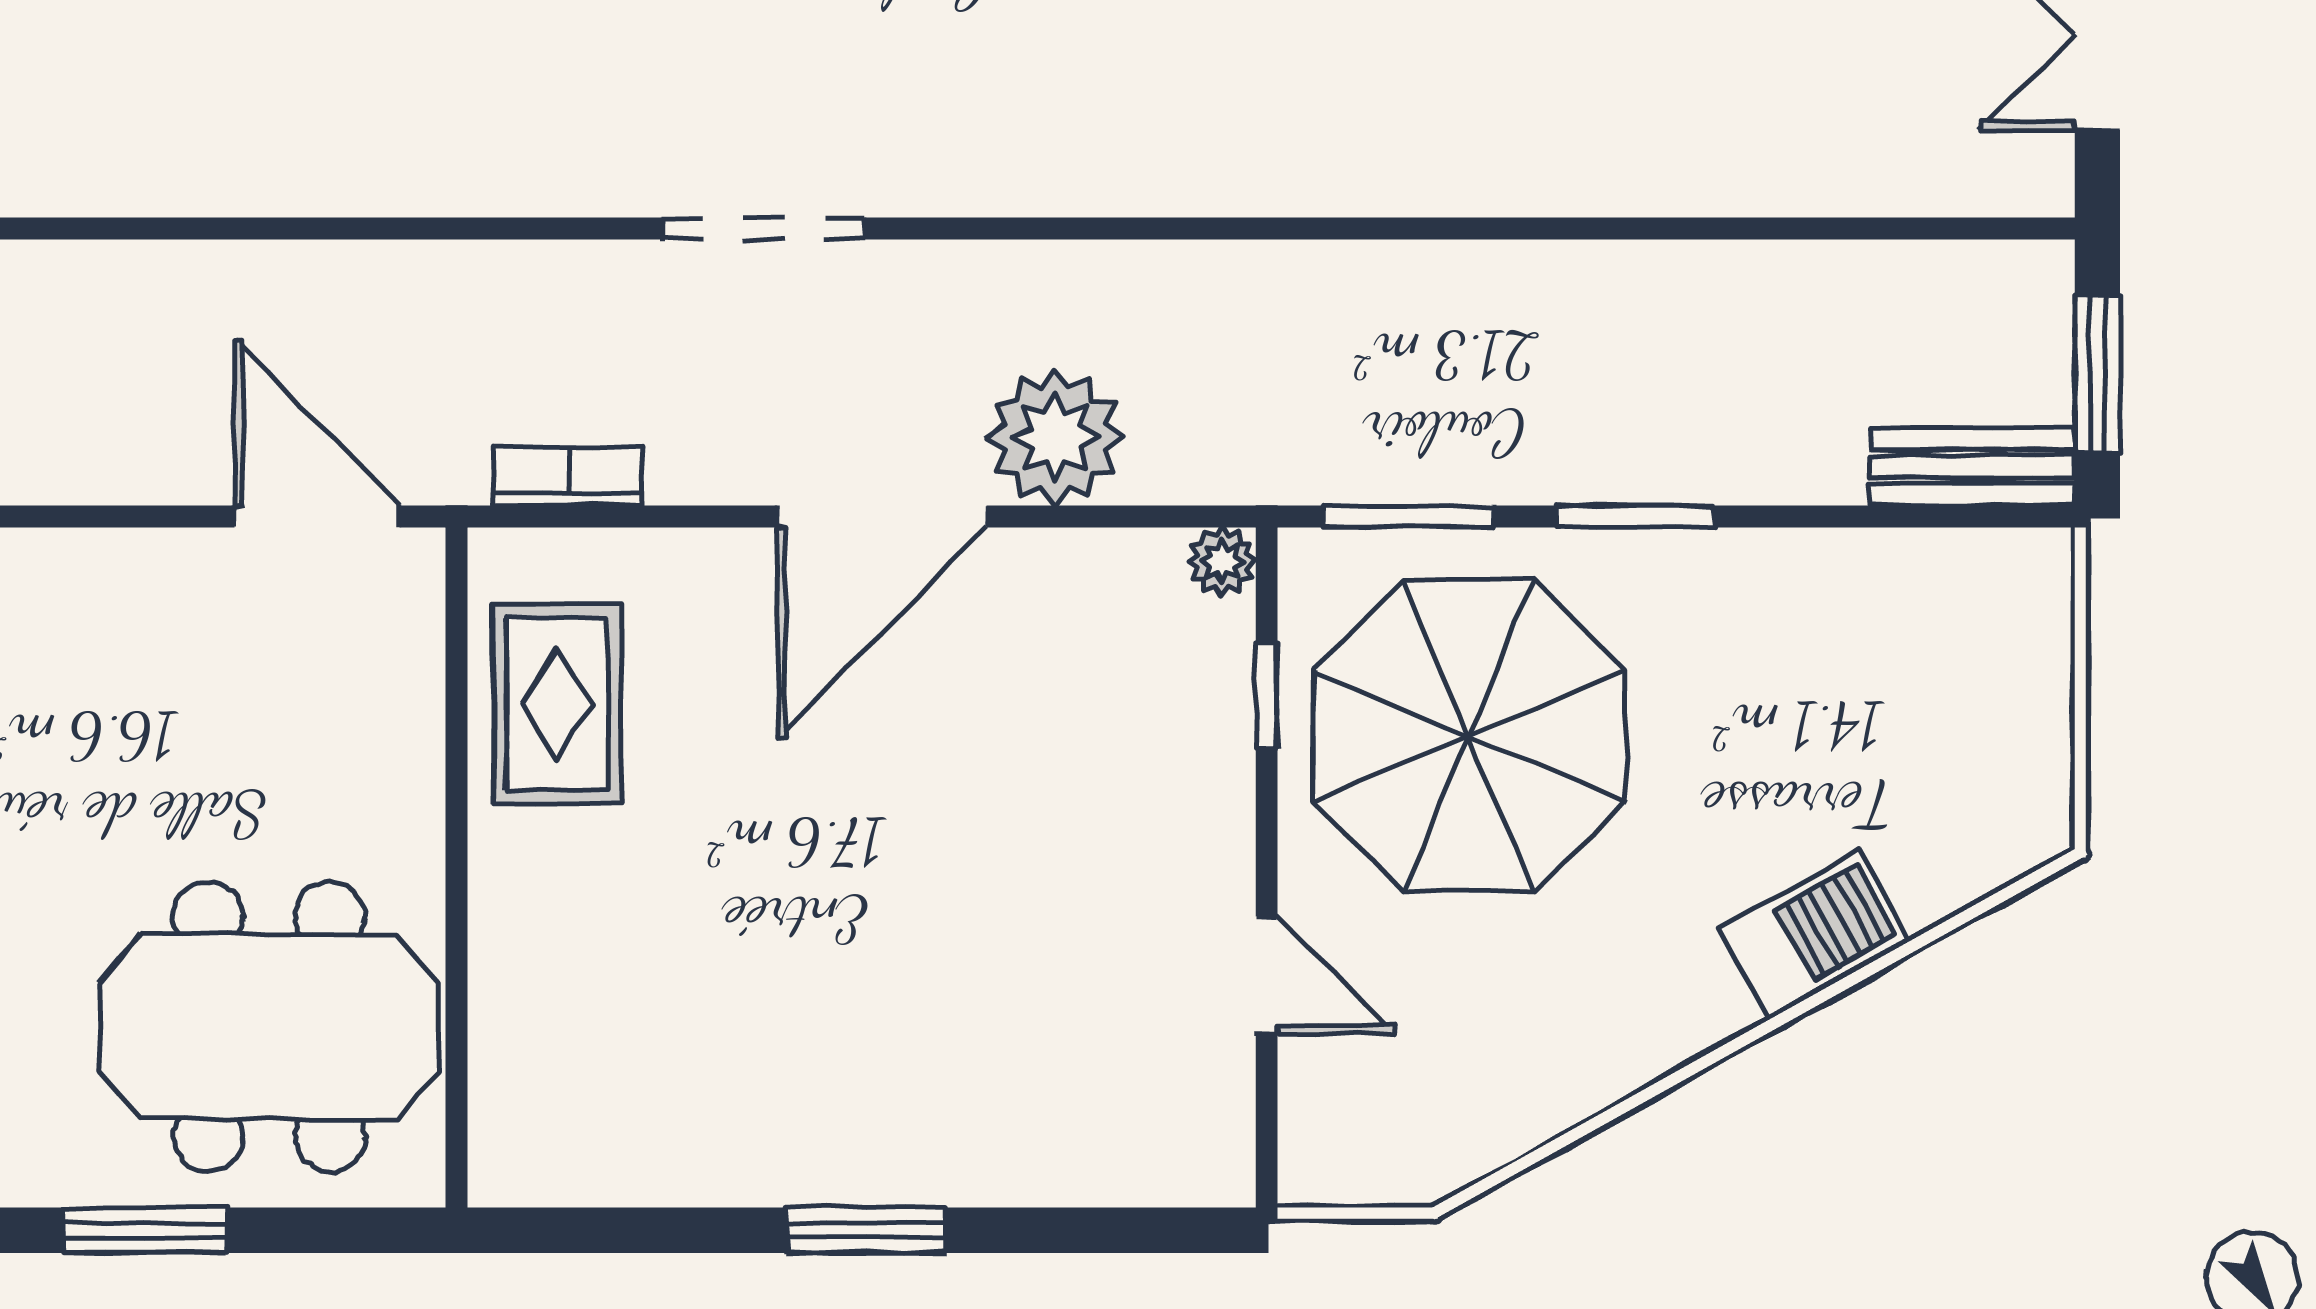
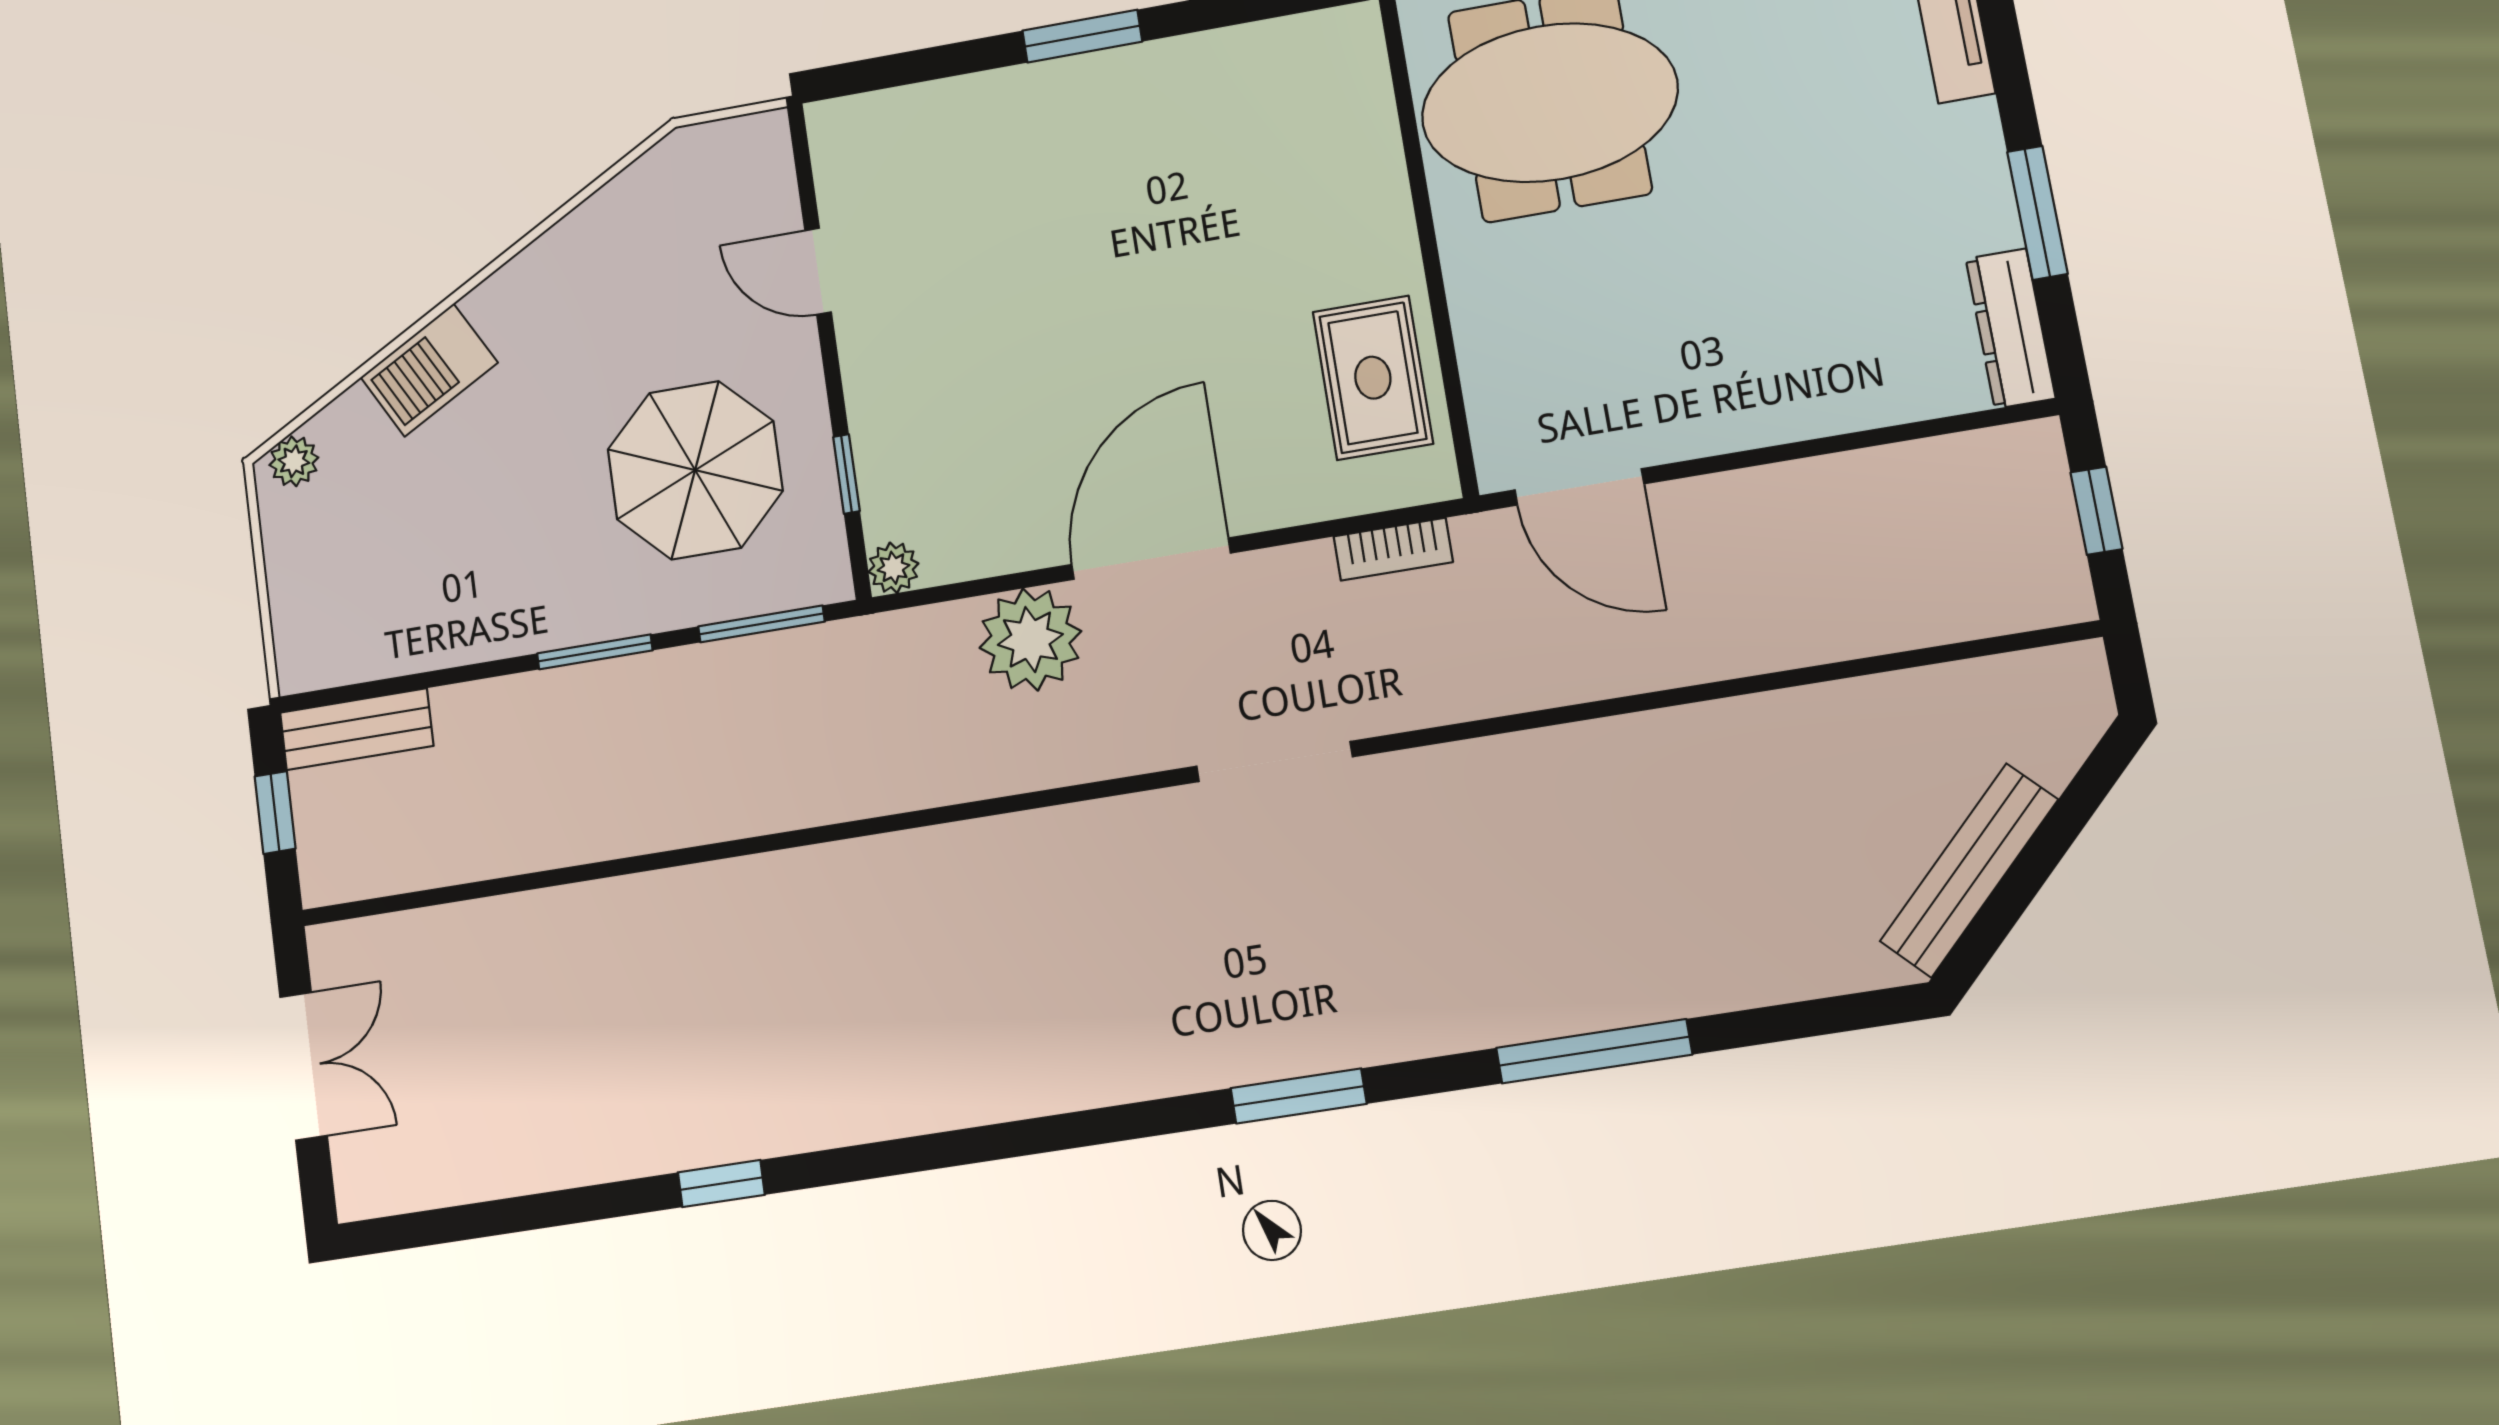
window: (2097, 374) -> (275, 813), width x0.67
parasol: (1469, 736) -> (695, 470), width x0.73, depth x0.73
plant: (2016, 842) -> (294, 461), added

